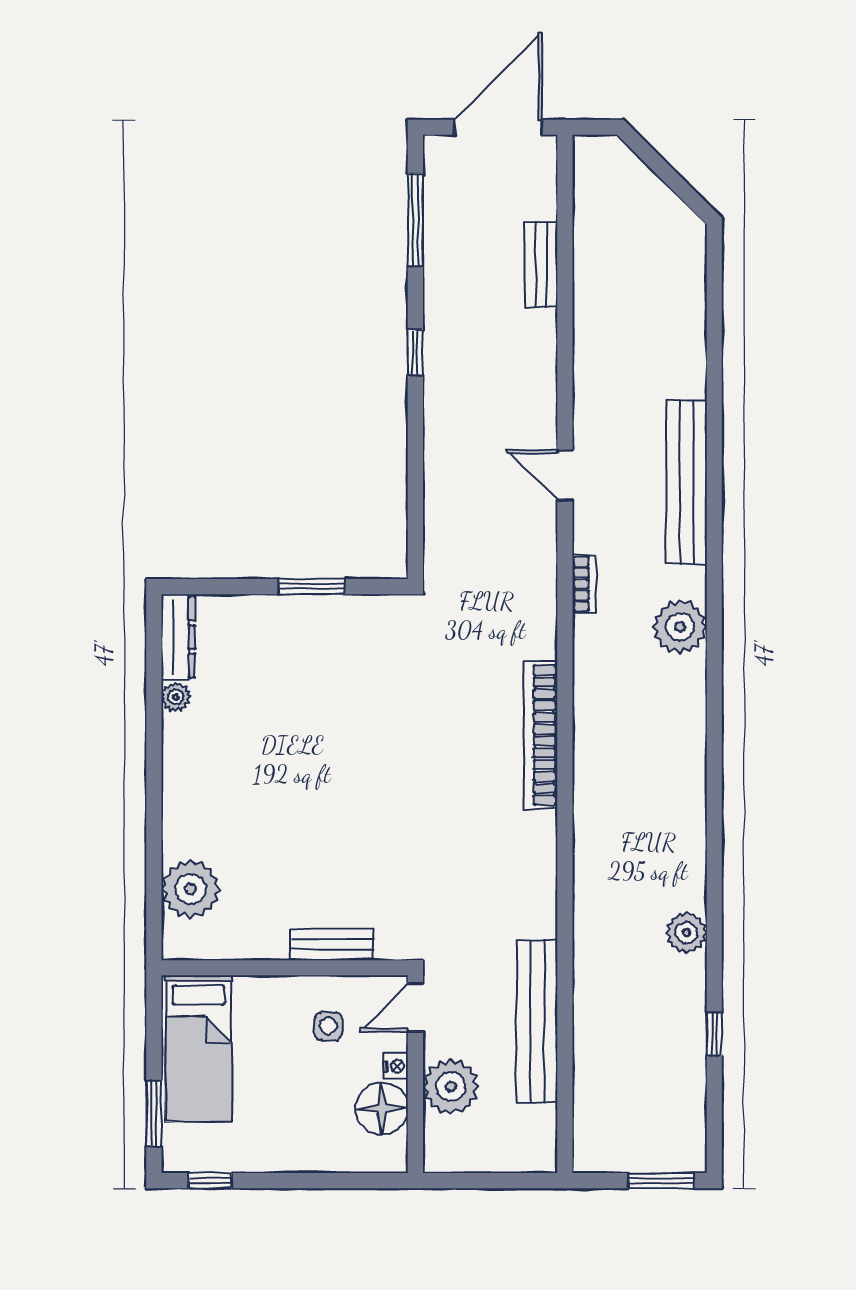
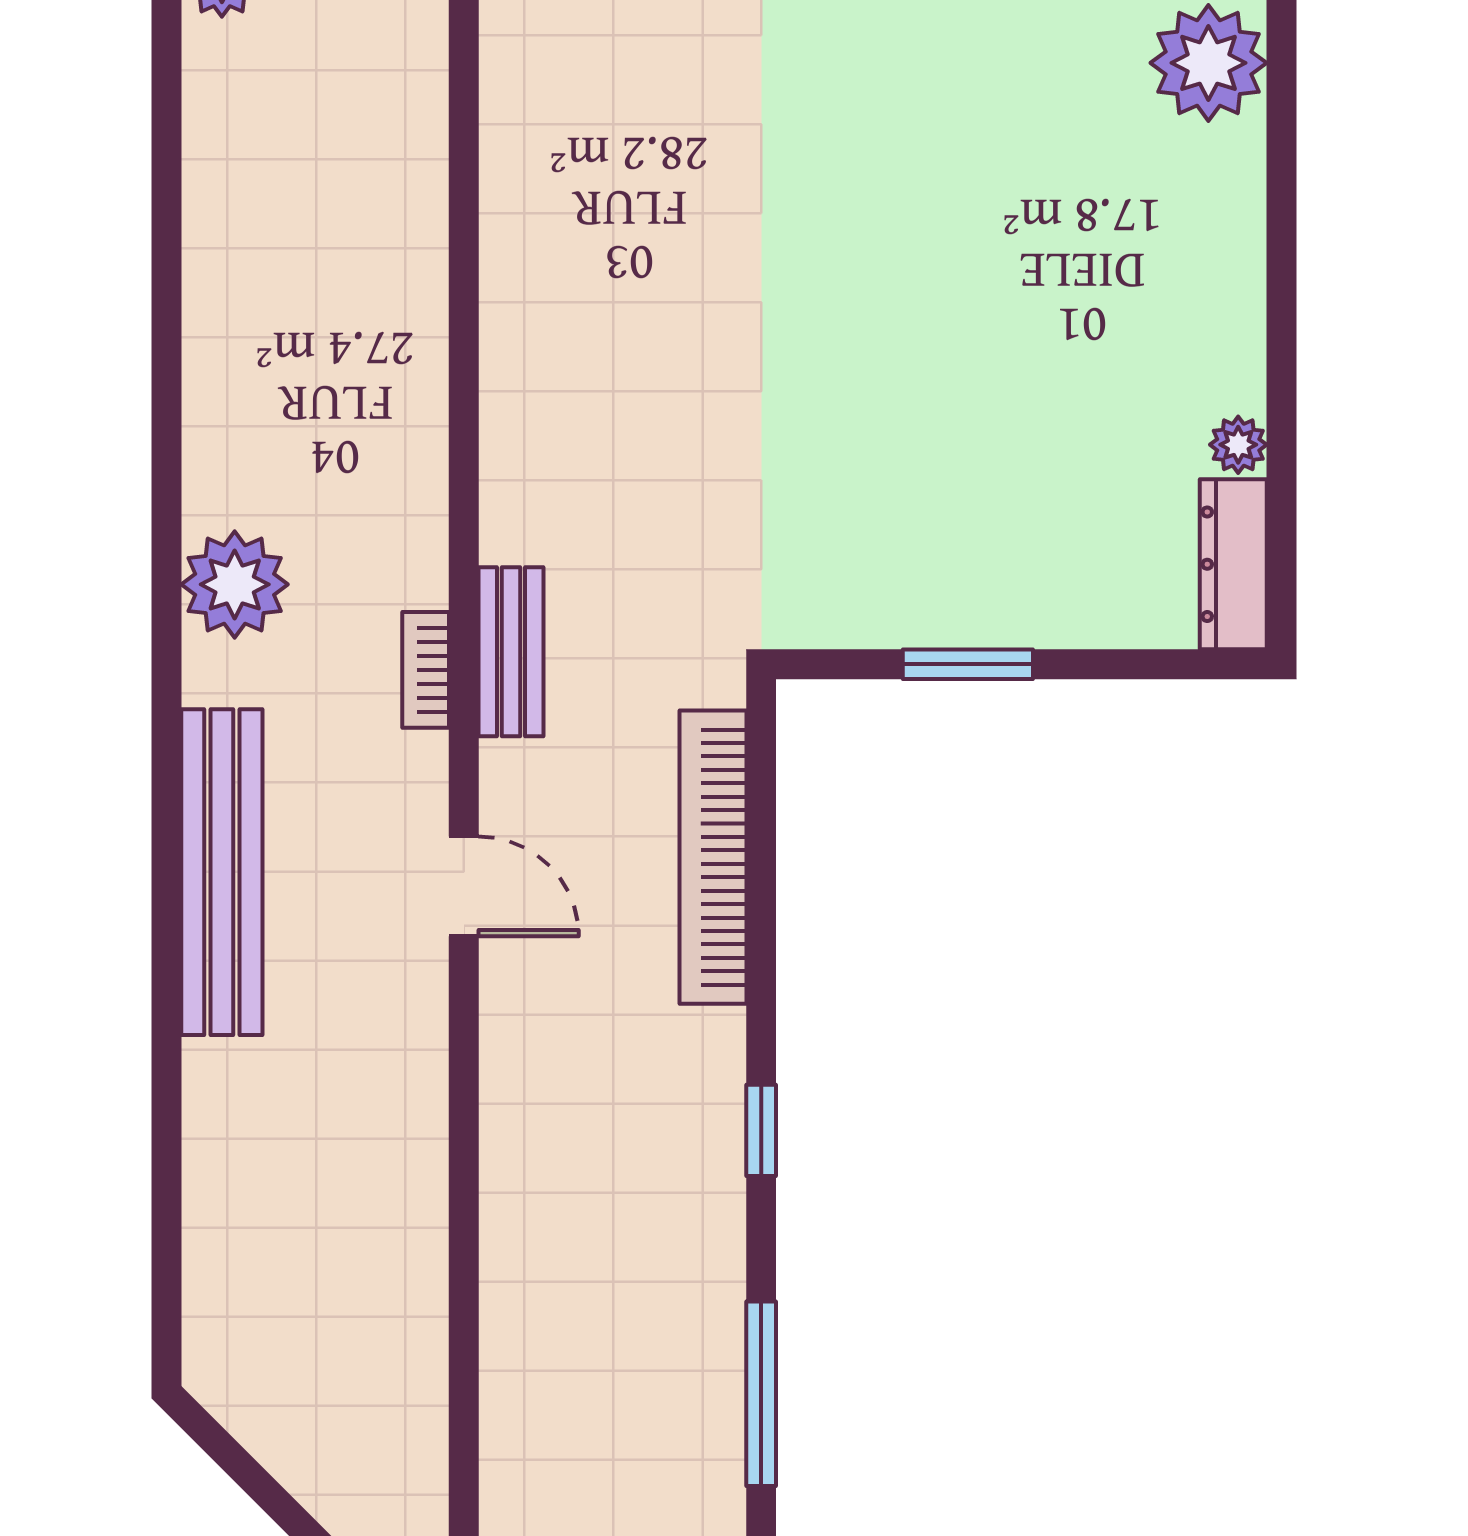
bench: (541, 264) -> (511, 652), moved
bookcase: (541, 735) -> (713, 857), moved, turned 180

